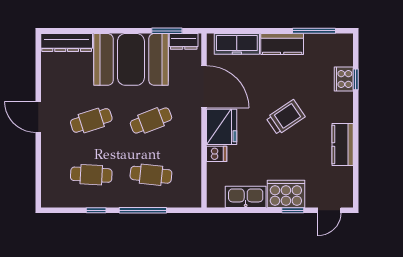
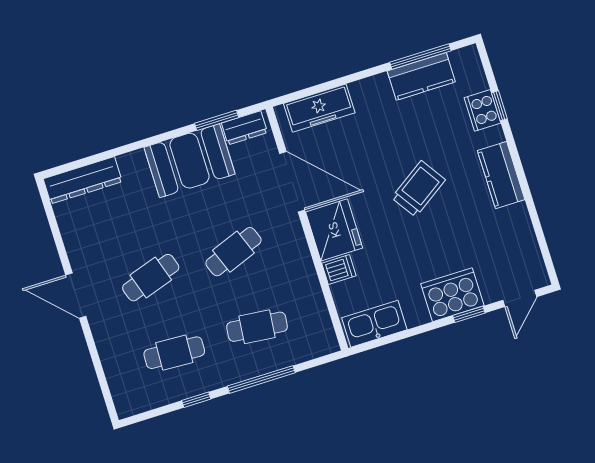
kitchen counter: (282, 44) -> (421, 76), moved
booth: (131, 59) -> (190, 161), width x0.73, depth x0.70
kitchen counter: (343, 145) -> (501, 175), moved
kitchen sink: (246, 197) -> (374, 324), moved

